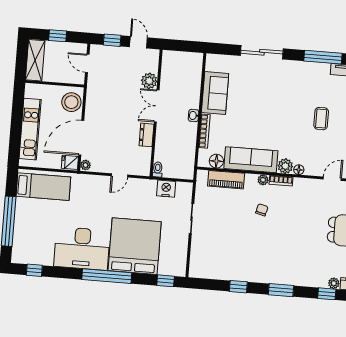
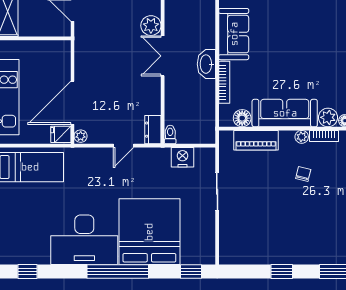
stool: (71, 102) -> (57, 60), removed
washbasin: (193, 116) -> (206, 64), width x1.91, depth x1.45
dresser: (146, 135) -> (153, 130), moved

